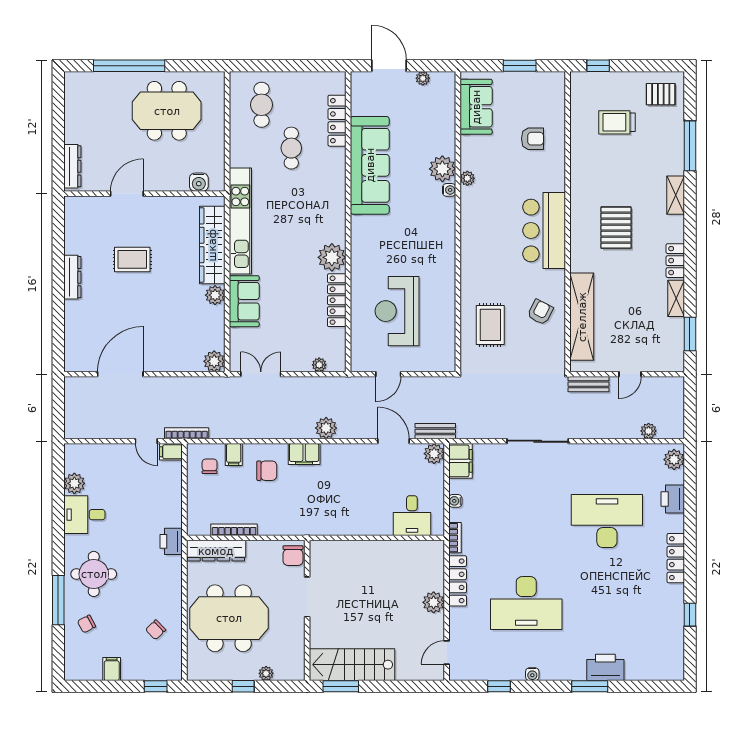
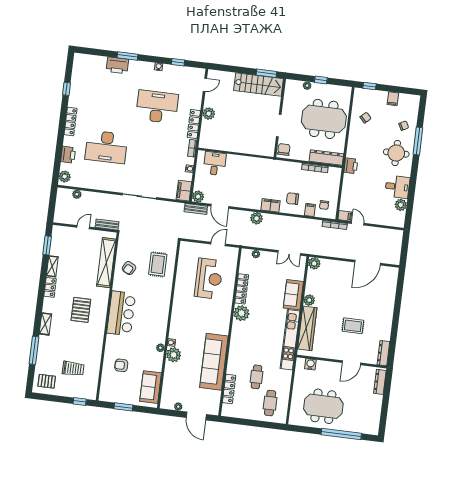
dresser: (72, 277) -> (383, 353), moved

